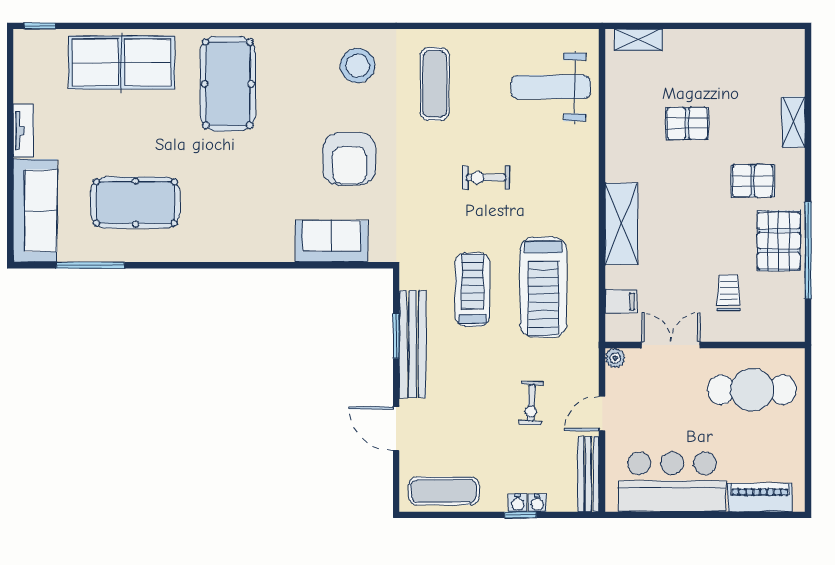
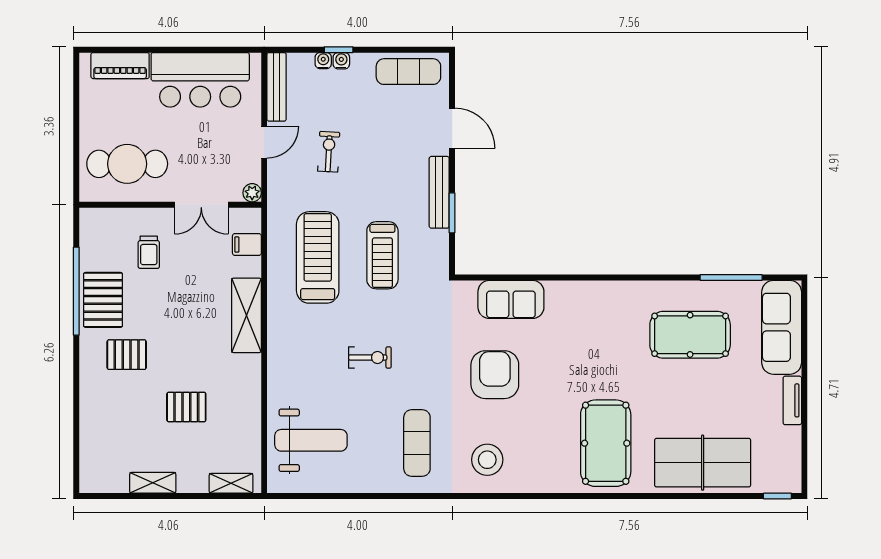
shelving: (793, 122) -> (153, 483), moved, turned 90
bench: (413, 344) -> (439, 192), width x0.73, depth x0.82

